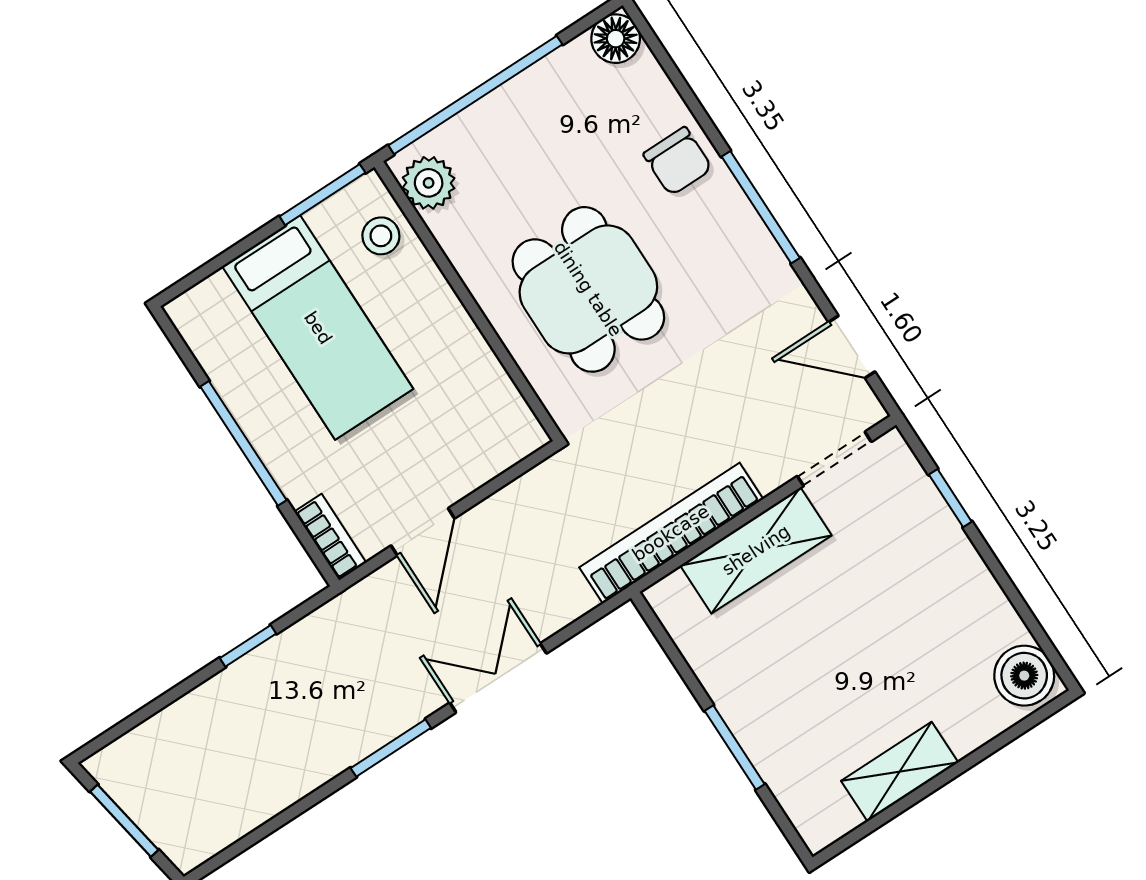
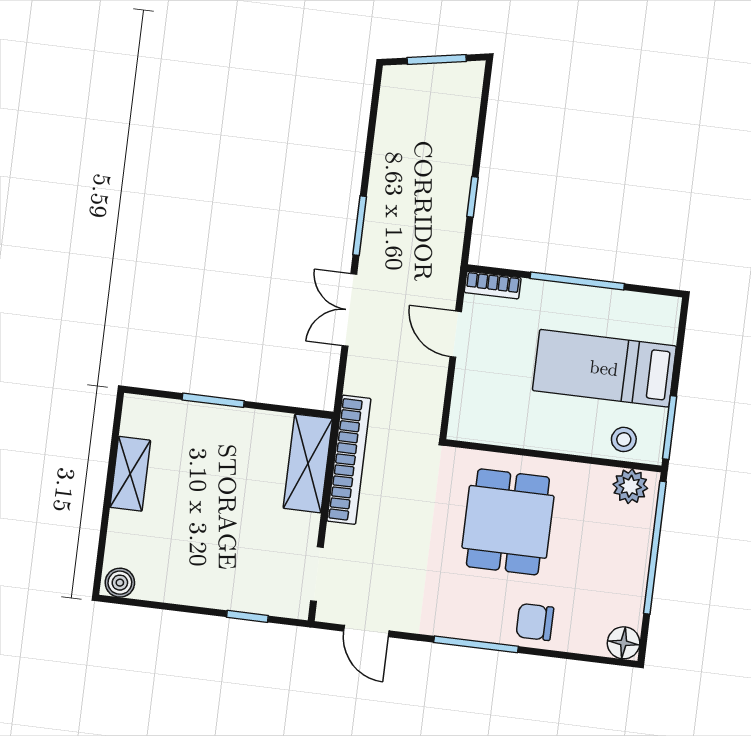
dining table: (588, 289) -> (508, 522), turned 90
door: (852, 347) -> (366, 631), swing flipped
shelving: (756, 550) -> (308, 463), moved
boiler: (1024, 676) -> (120, 583), width x0.73, depth x0.73
double door: (498, 678) -> (349, 310), swing flipped

